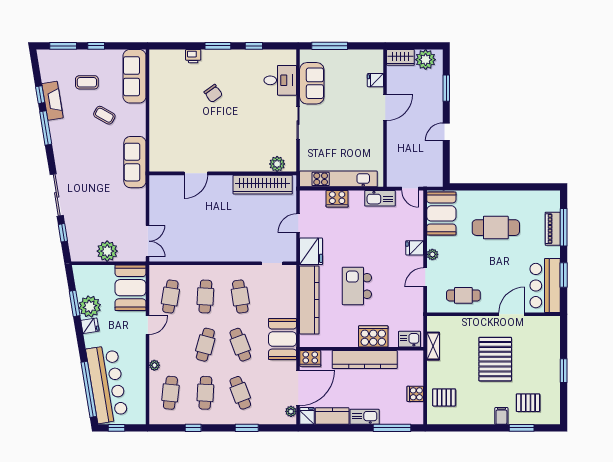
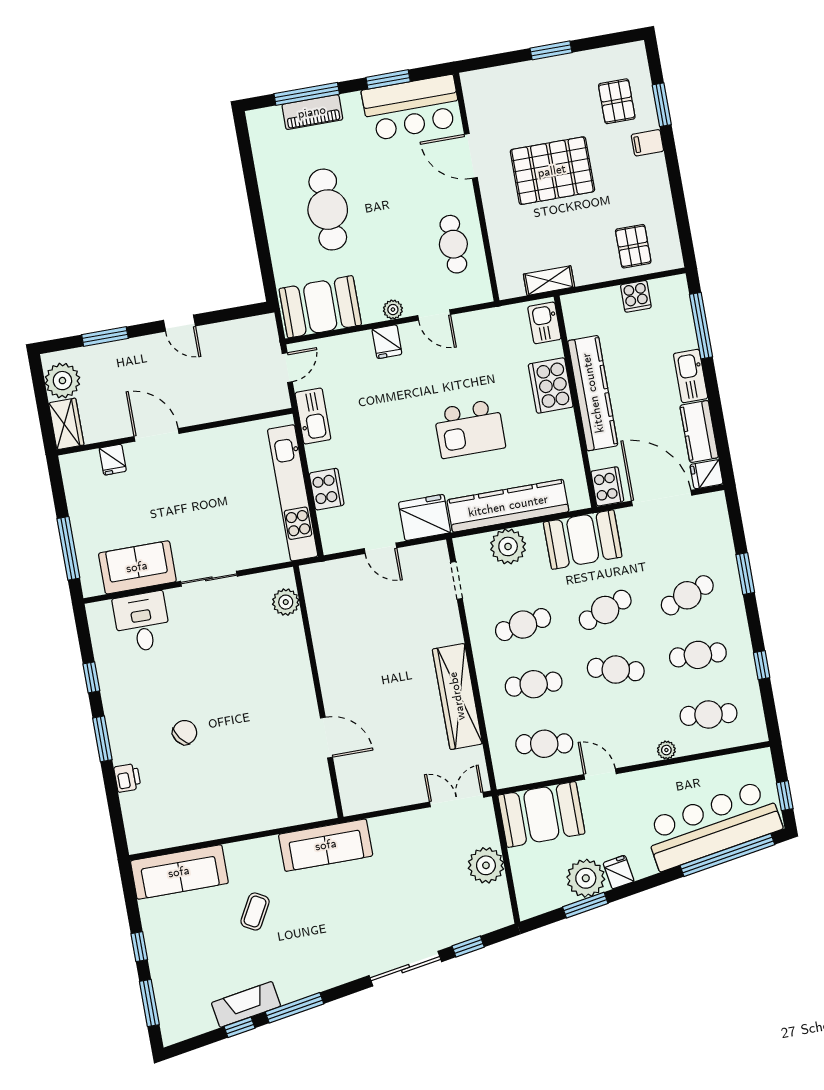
coffee table: (87, 82) -> (204, 951), removed
wardrobe: (263, 185) -> (457, 696), moved, turned 180
plant: (291, 411) -> (508, 546), moved, width x1.88, depth x1.88

